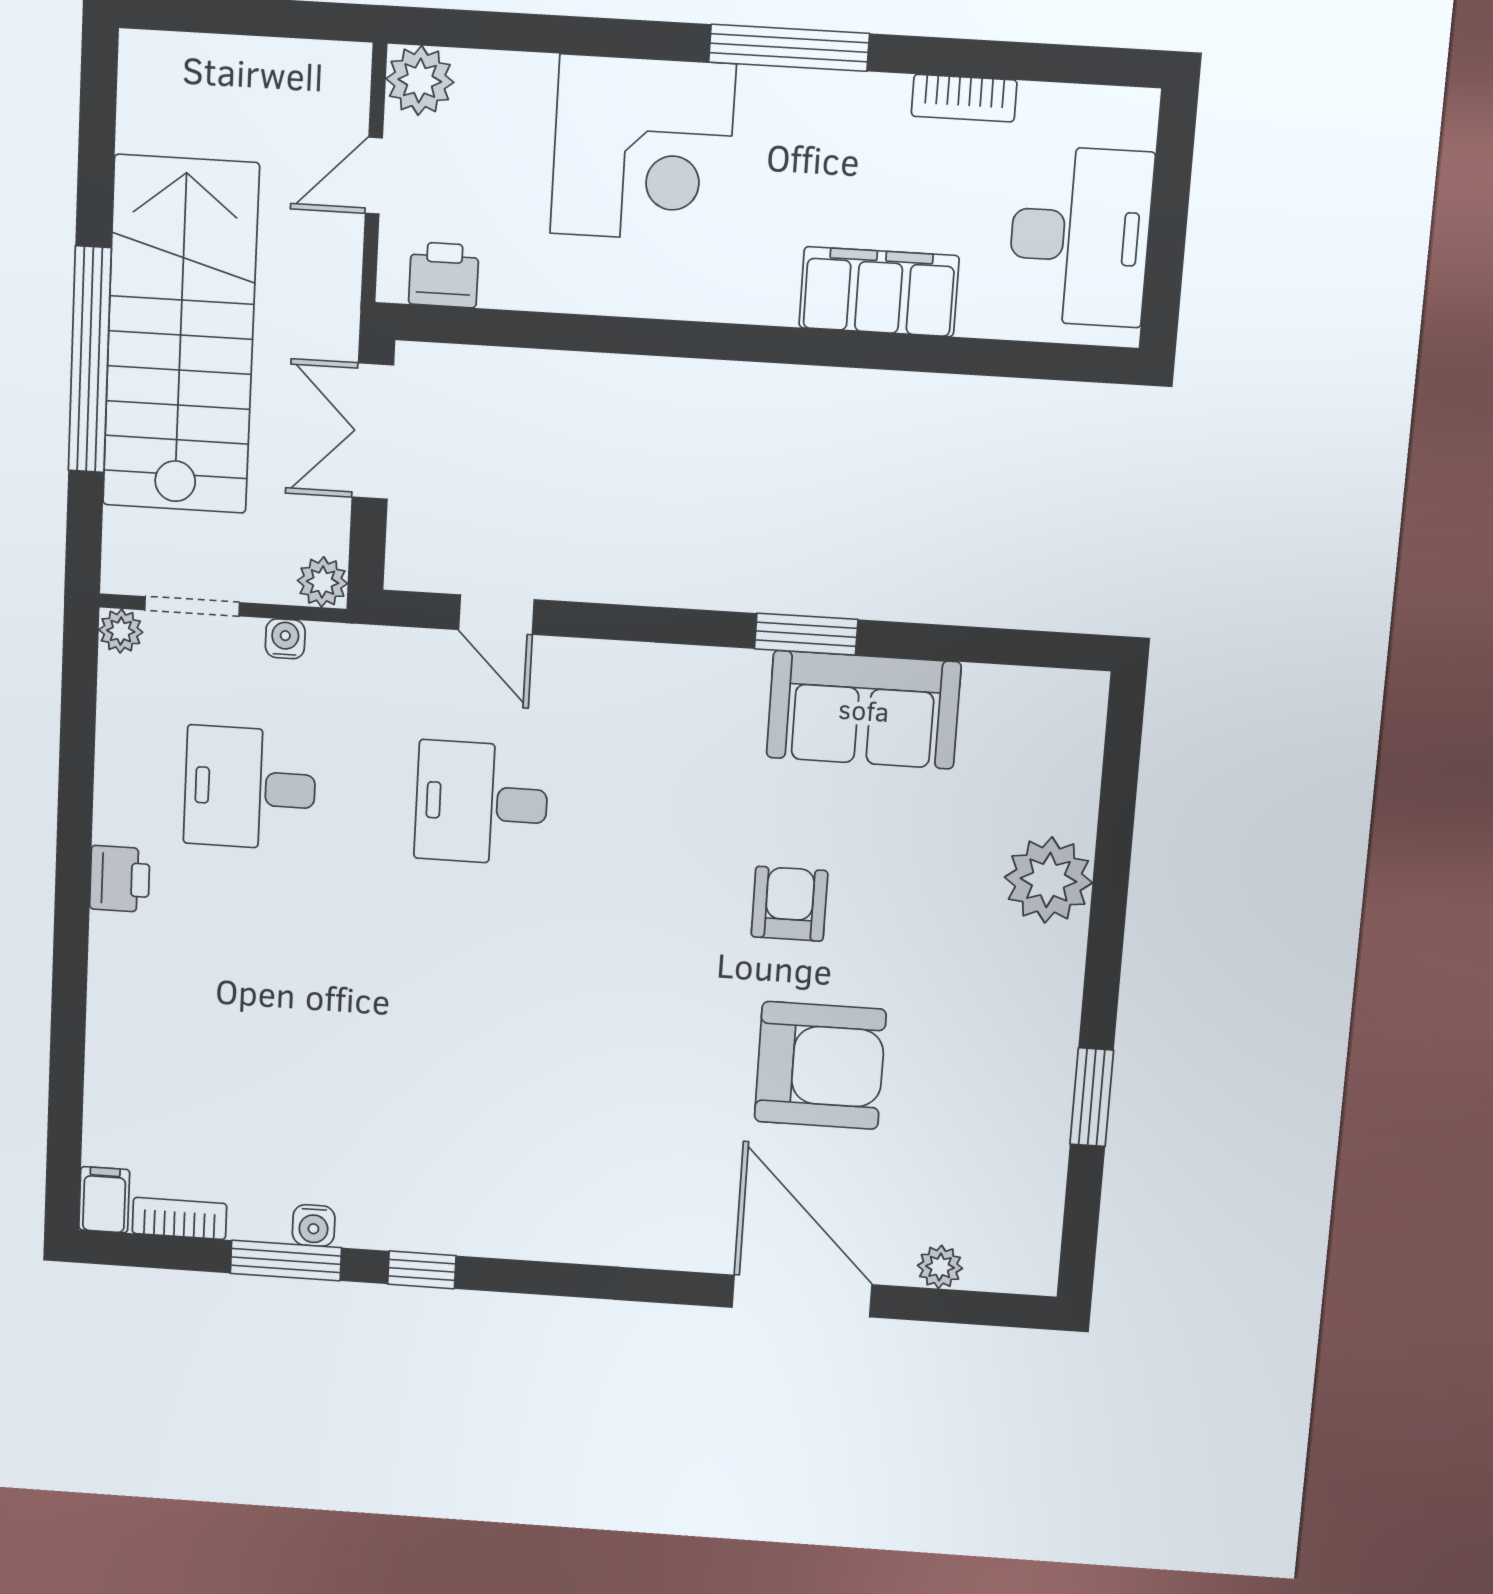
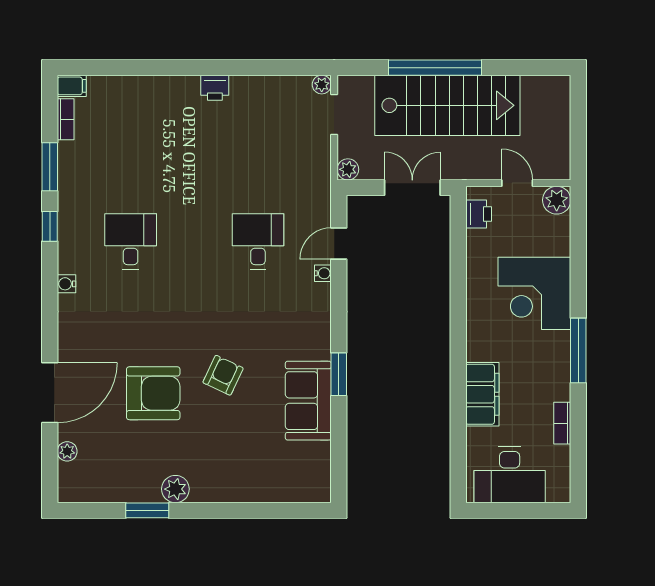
water cooler: (285, 639) -> (323, 273), moved
desk: (250, 788) -> (131, 241), moved
plant: (1048, 880) -> (175, 489), moved, width x0.73, depth x0.73
armchair: (789, 904) -> (223, 375), turned -65
armchair: (820, 1065) -> (153, 393), turned -90
water cooler: (314, 1226) -> (67, 284), moved

